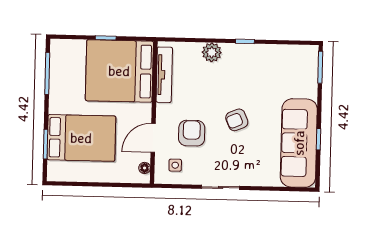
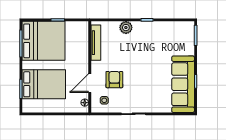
bed: (119, 71) -> (44, 41), moved, turned 180
armchair: (237, 120) -> (143, 70), removed

